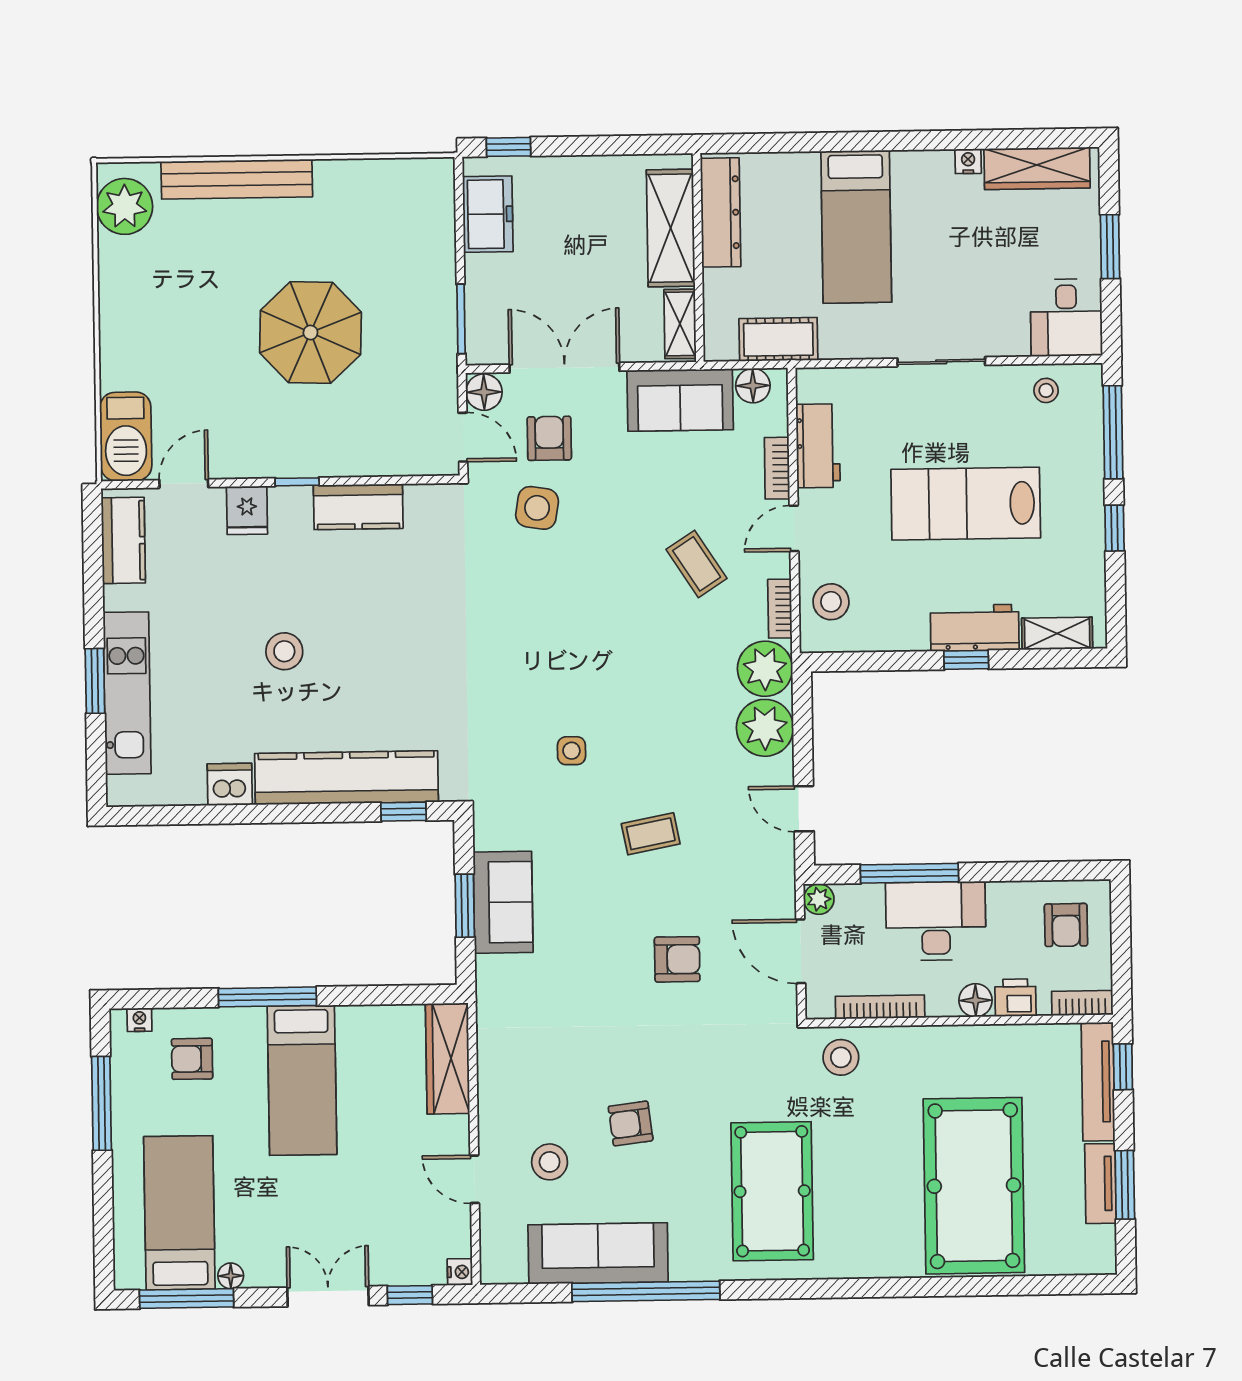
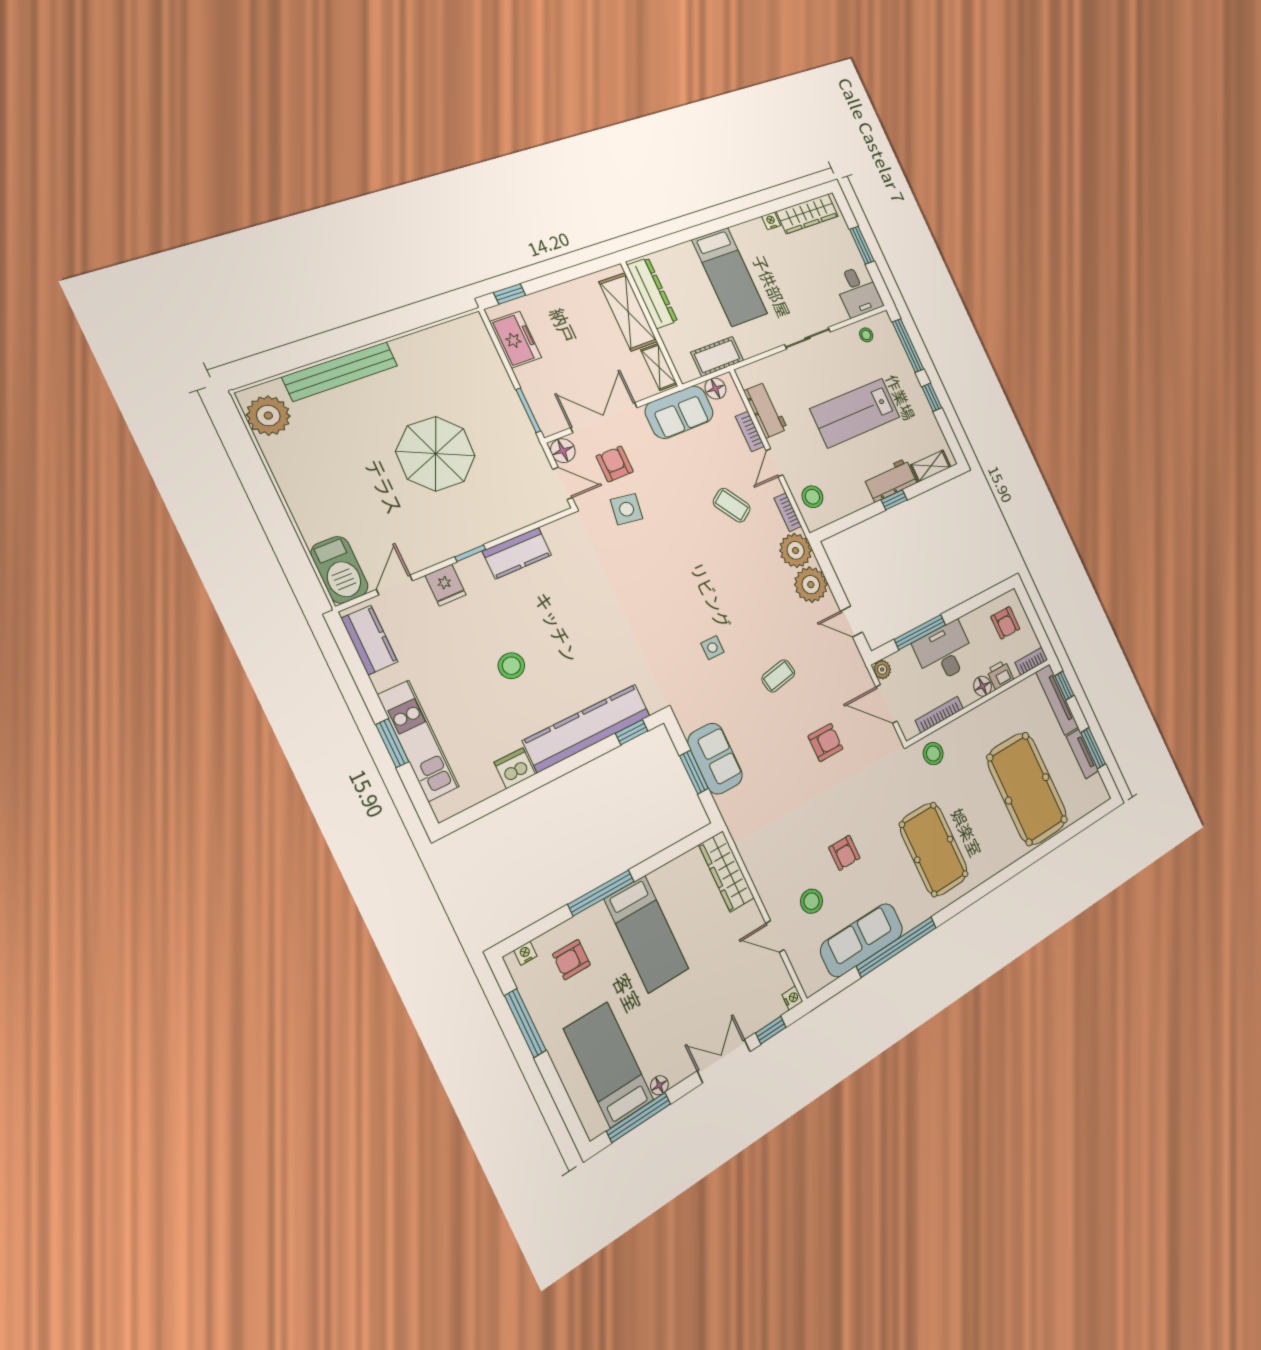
armchair: (631, 1123) -> (844, 853), turned -83

